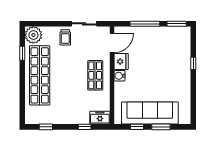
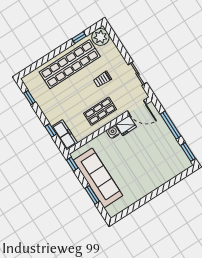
trolley: (65, 37) -> (102, 79), moved
window: (193, 63) -> (164, 188), removed
freezer: (100, 118) -> (65, 135), width x1.40
window: (137, 127) -> (72, 164), moved

